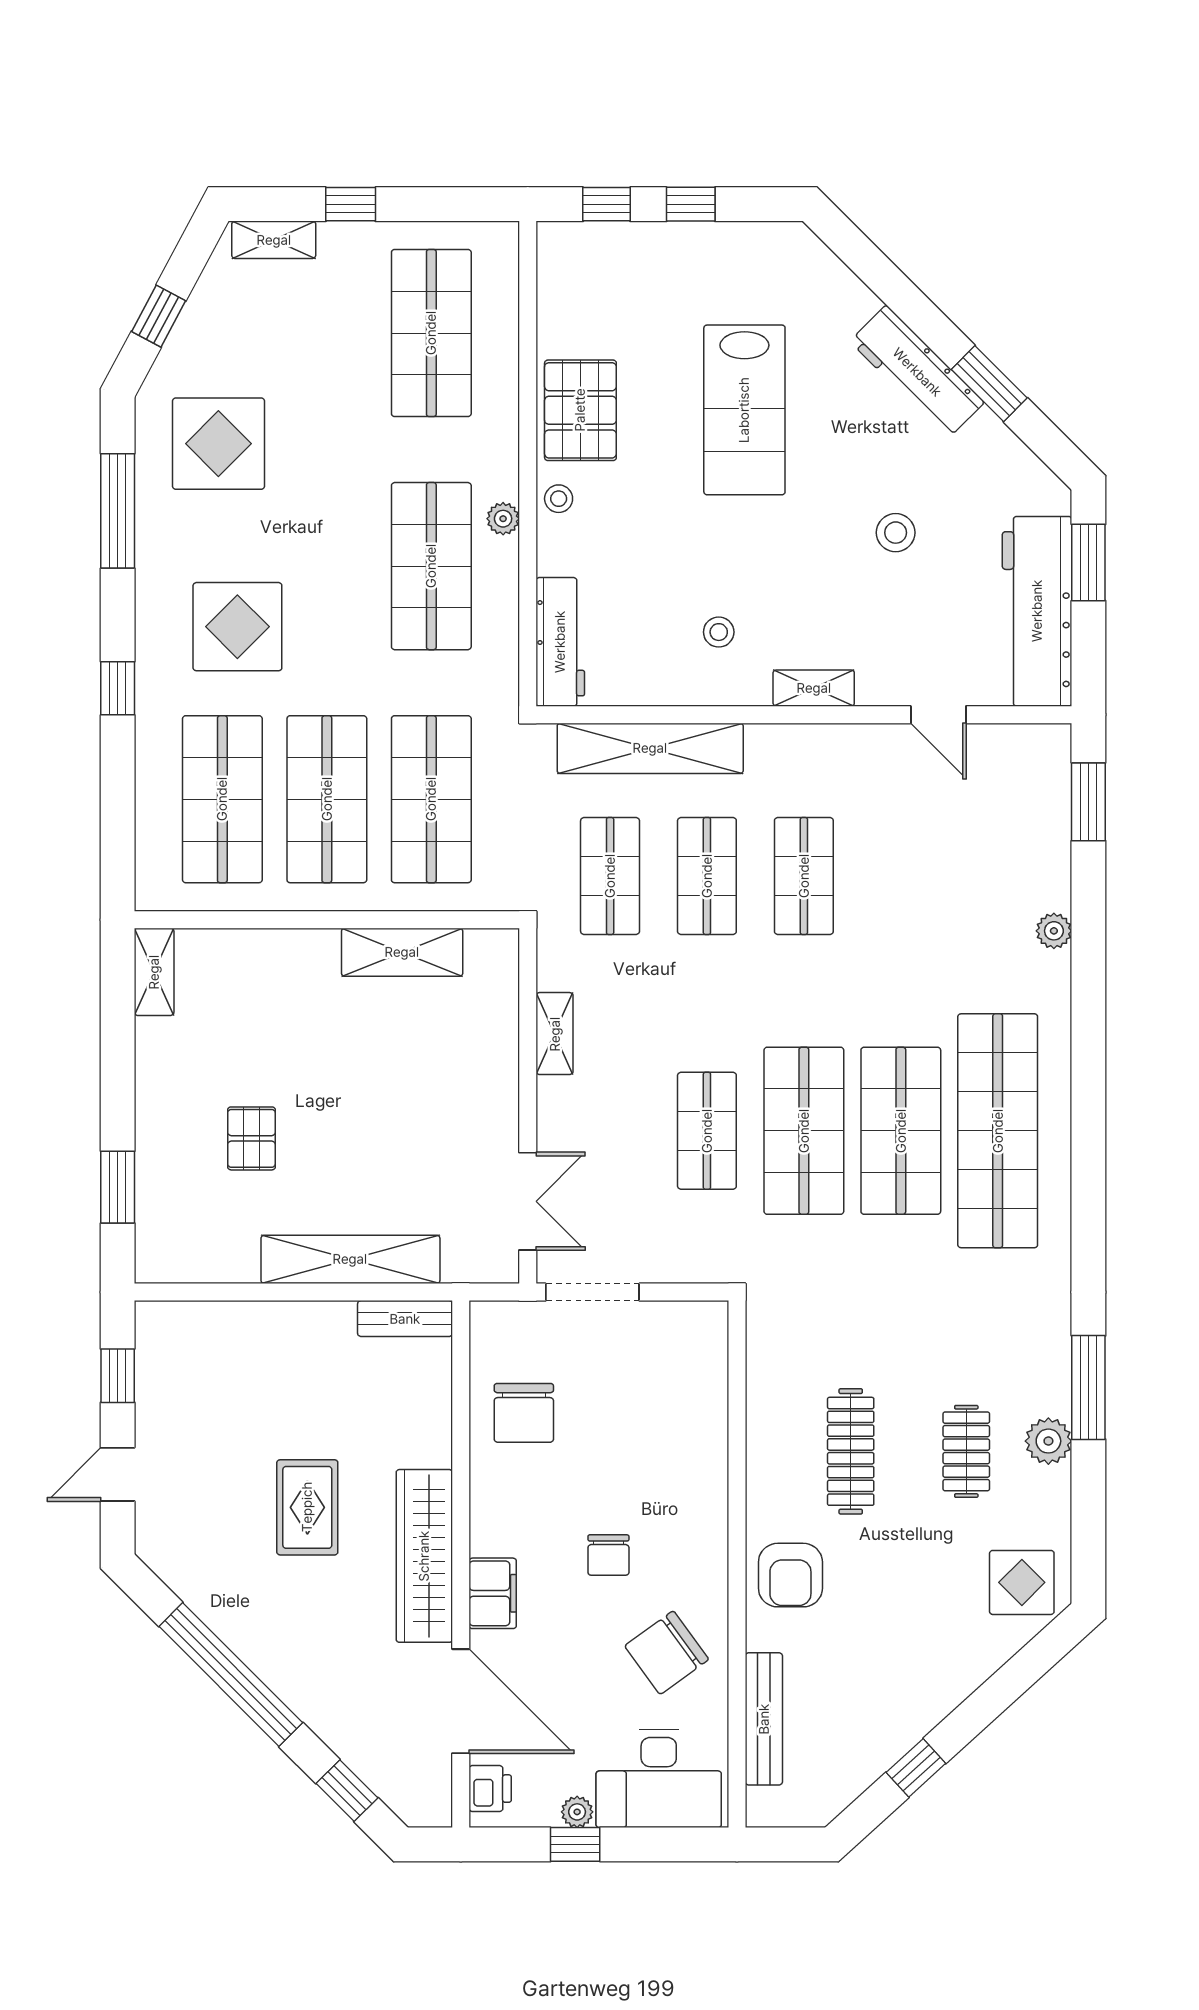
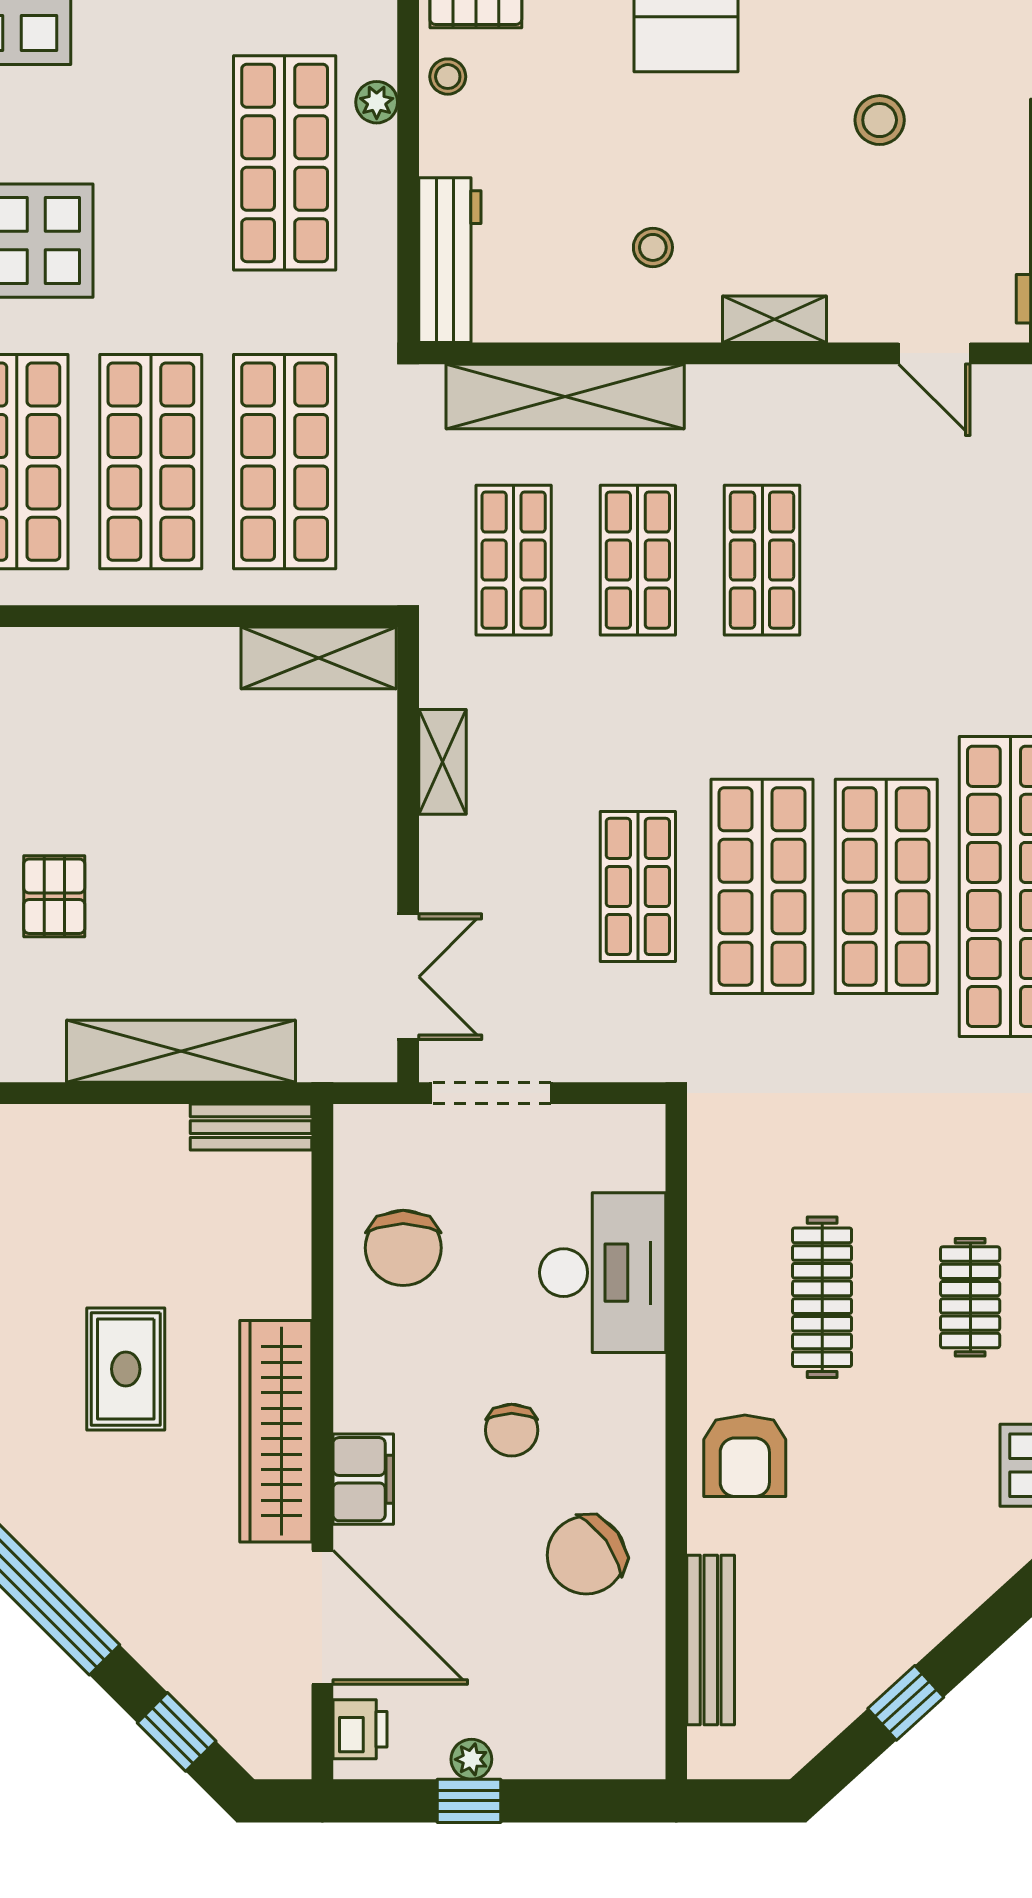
shelving: (402, 952) -> (319, 658), moved
desk: (659, 1779) -> (603, 1273), moved, turned -90

